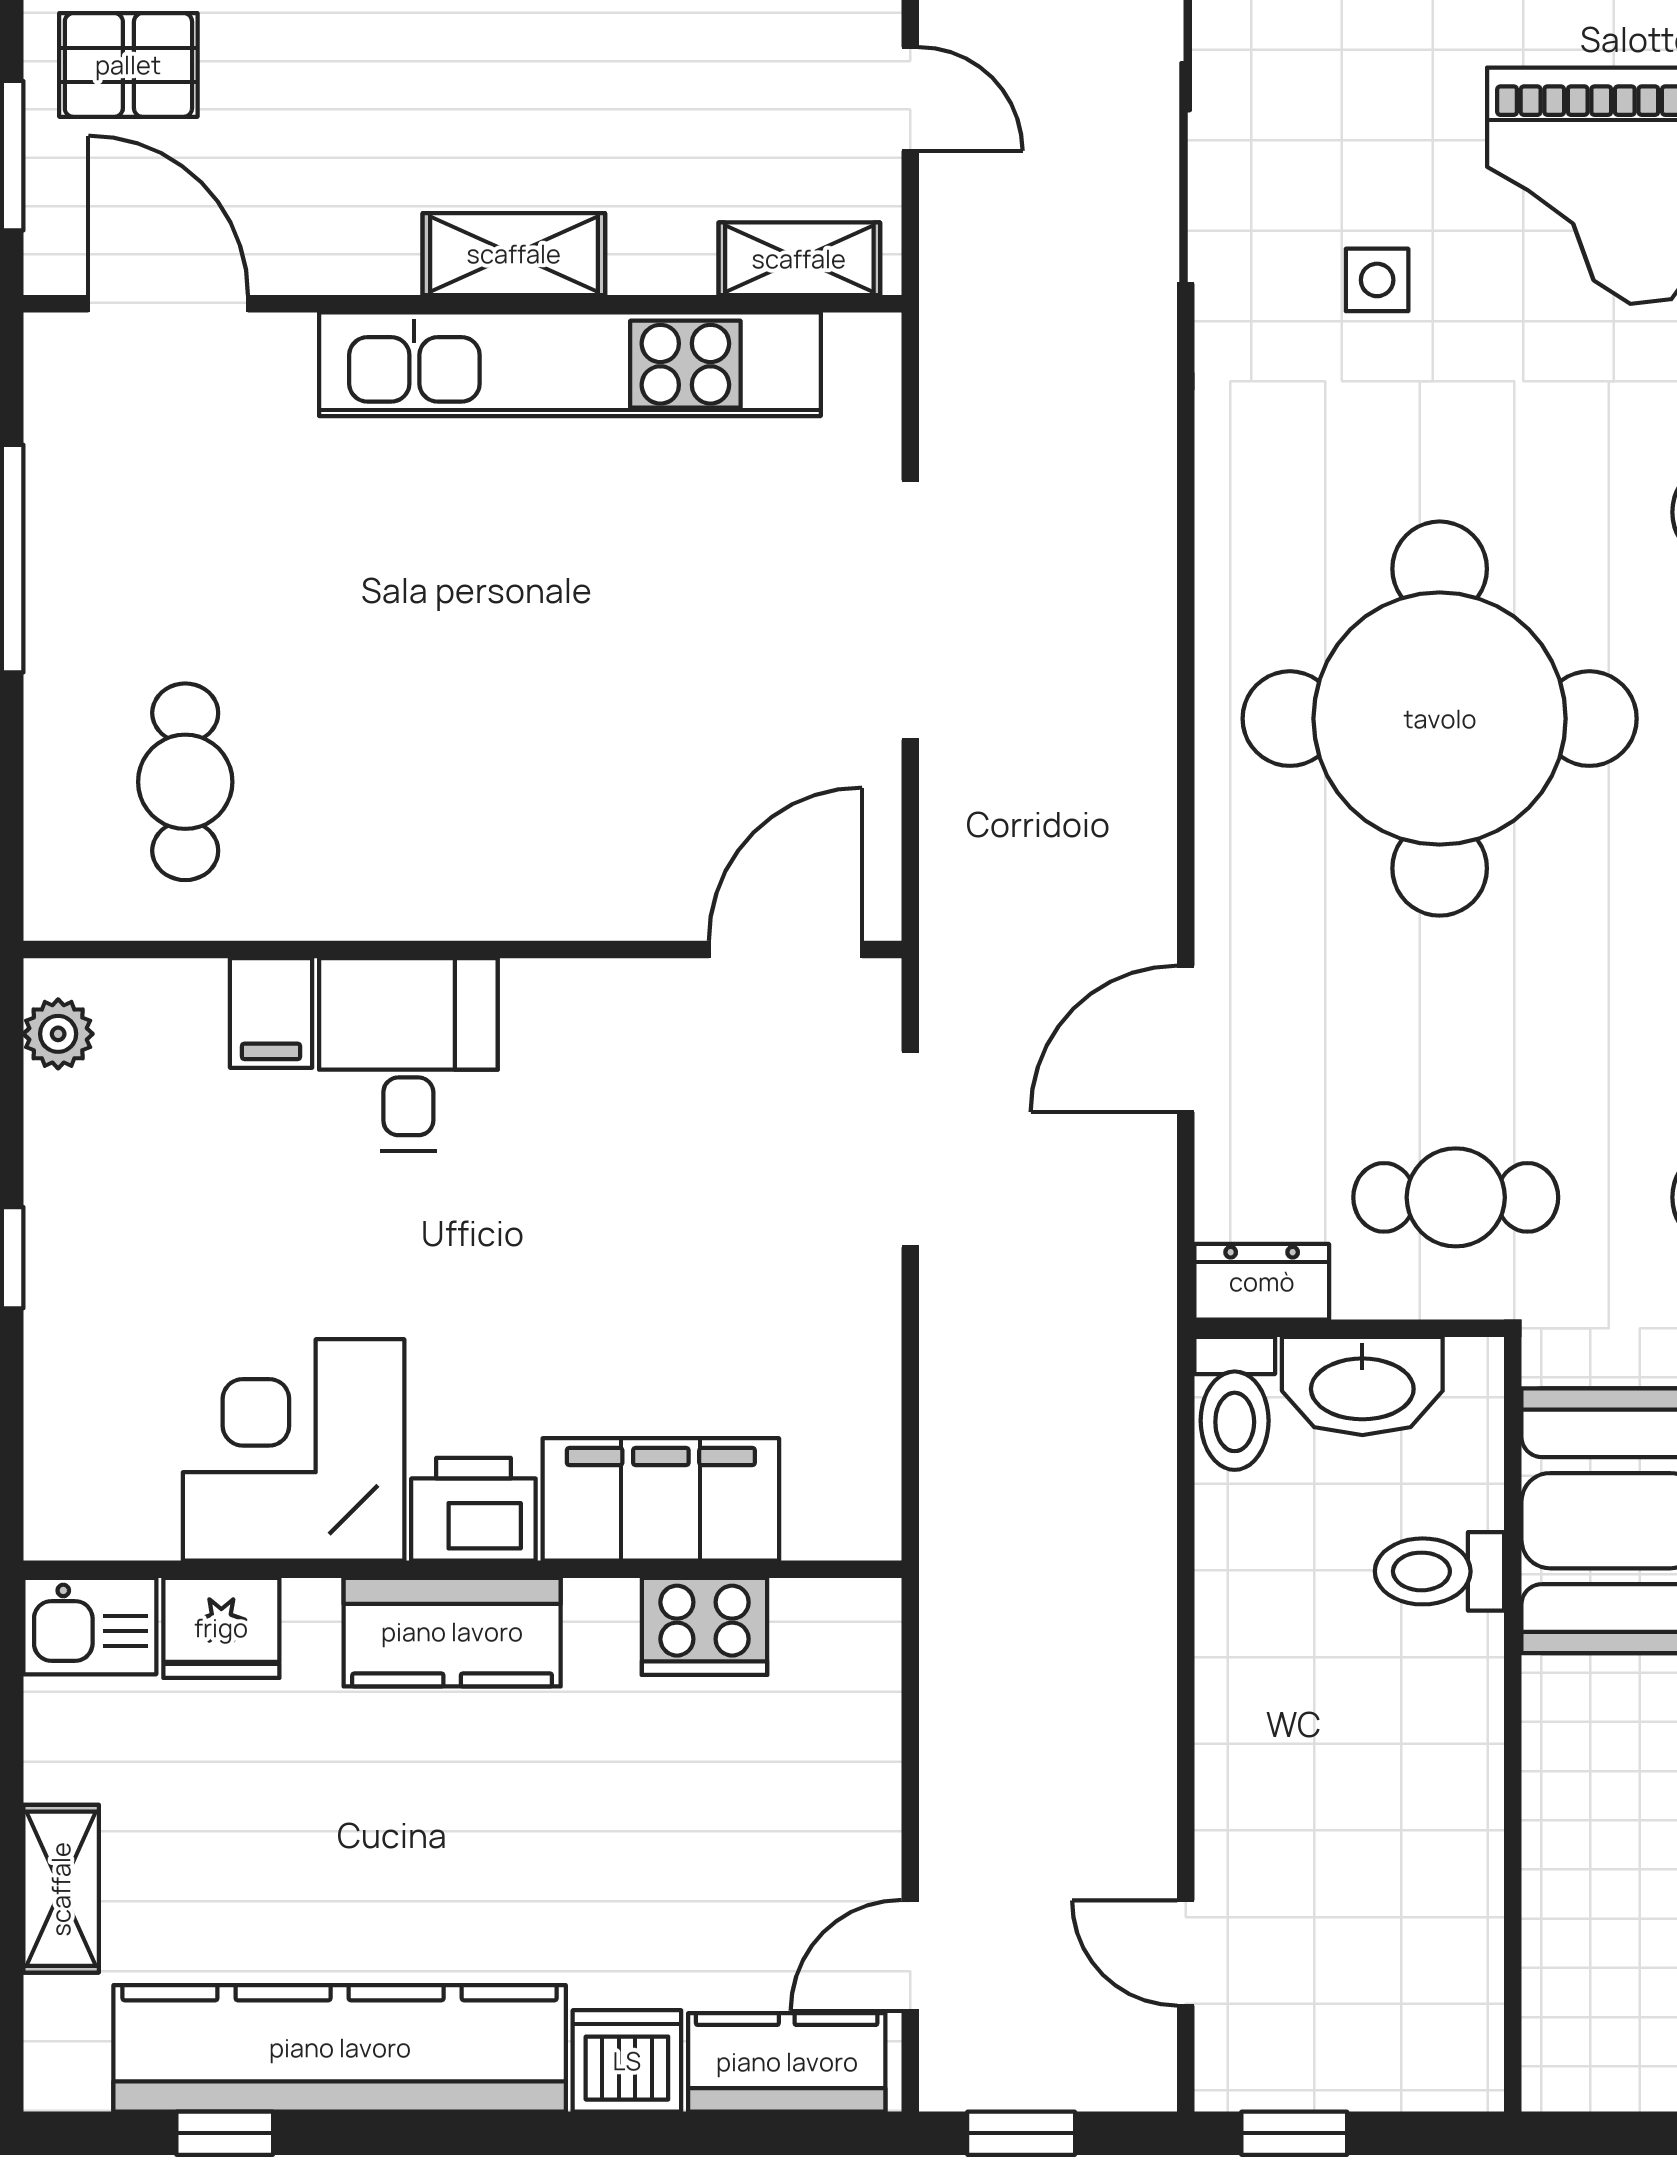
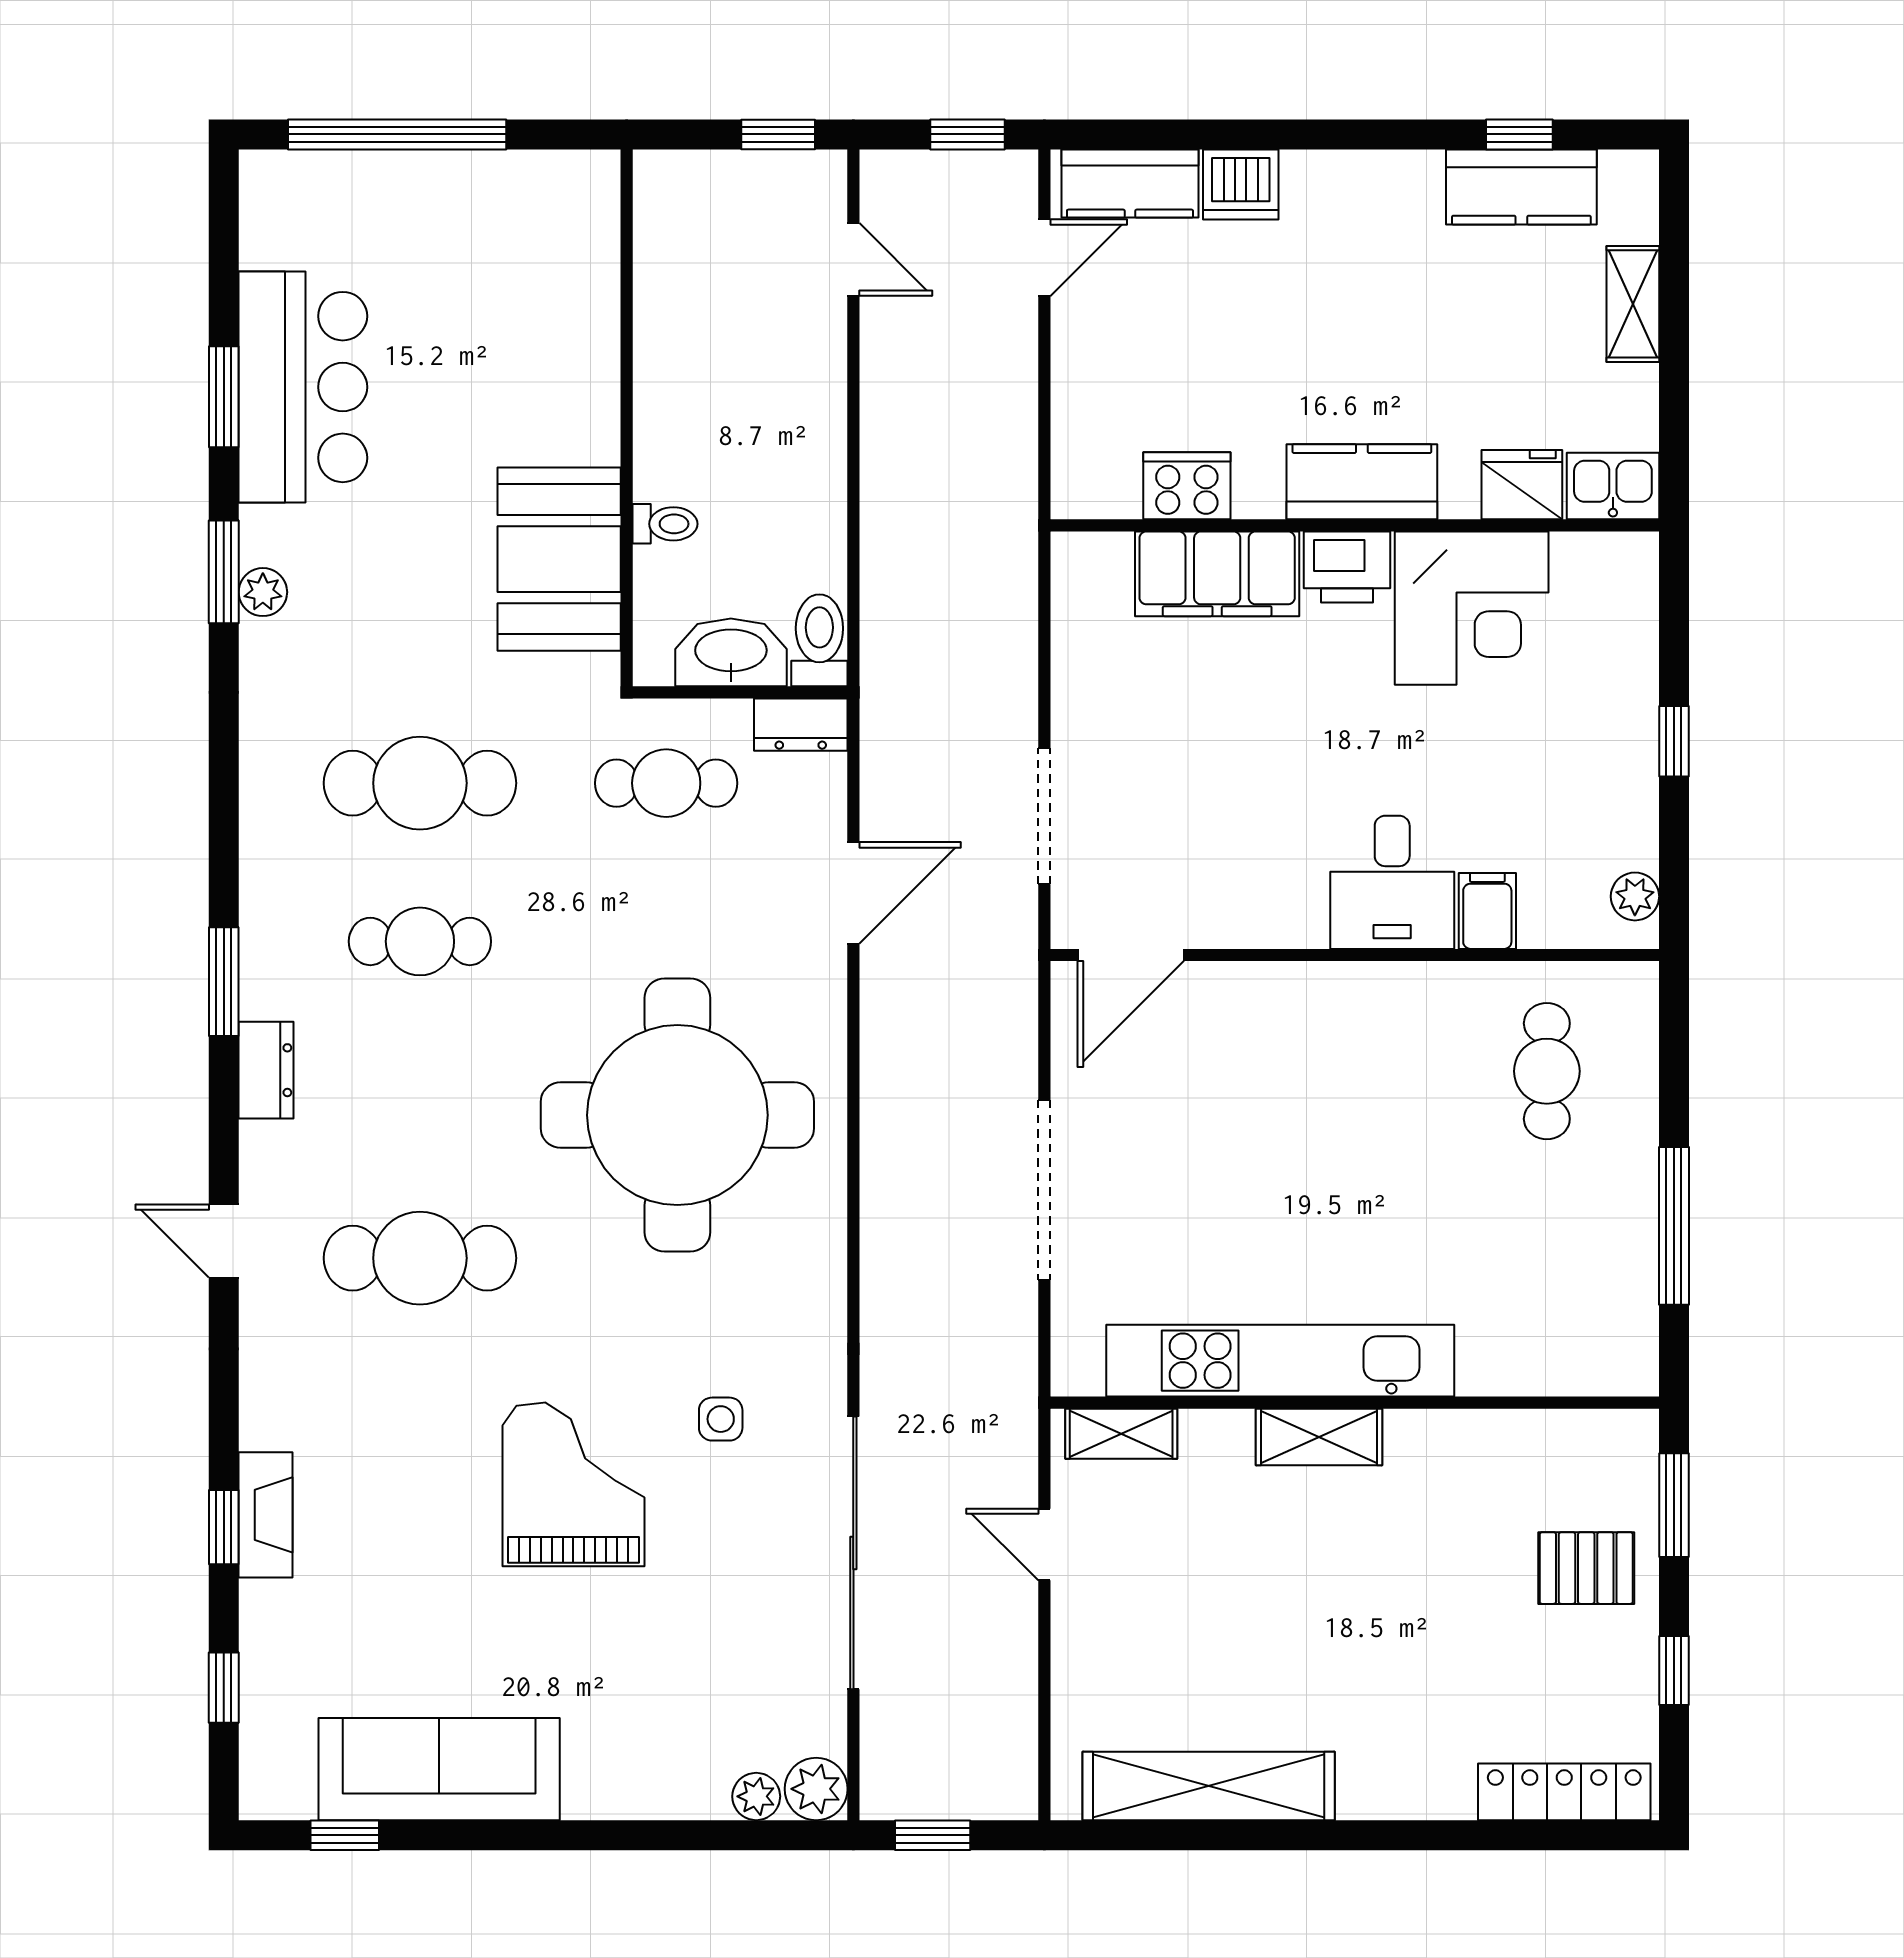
door: (168, 304) -> (1559, 1403), removed
toilet: (1440, 1571) -> (665, 524), width x0.73, depth x0.72
kitchen counter: (340, 2048) -> (1521, 187), width x0.48, depth x0.86

